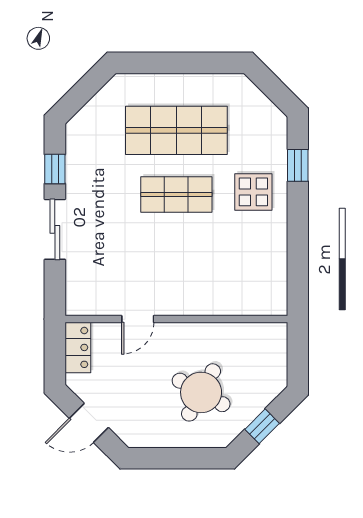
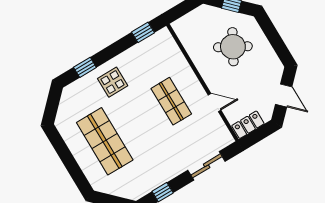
shop shelf: (176, 195) -> (171, 101), moved
sliding door: (55, 229) -> (207, 166), moved
window: (298, 277) -> (143, 32), added

